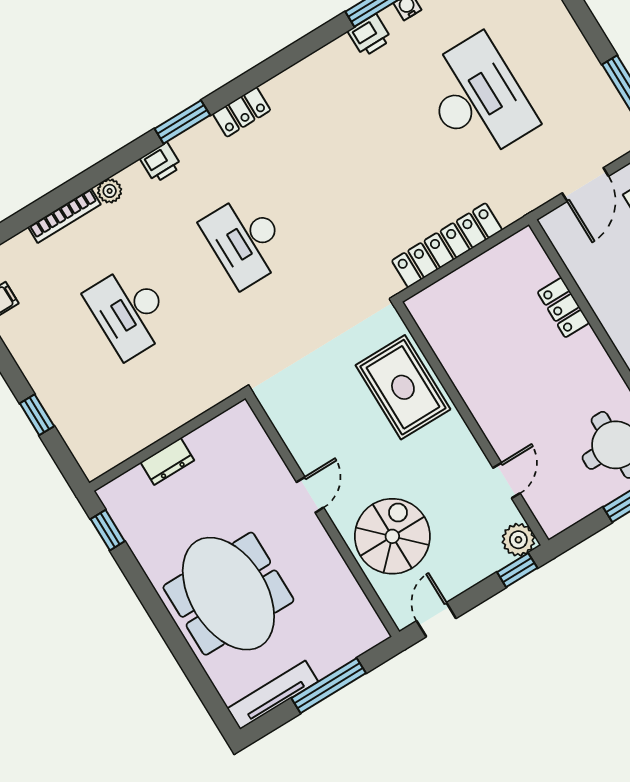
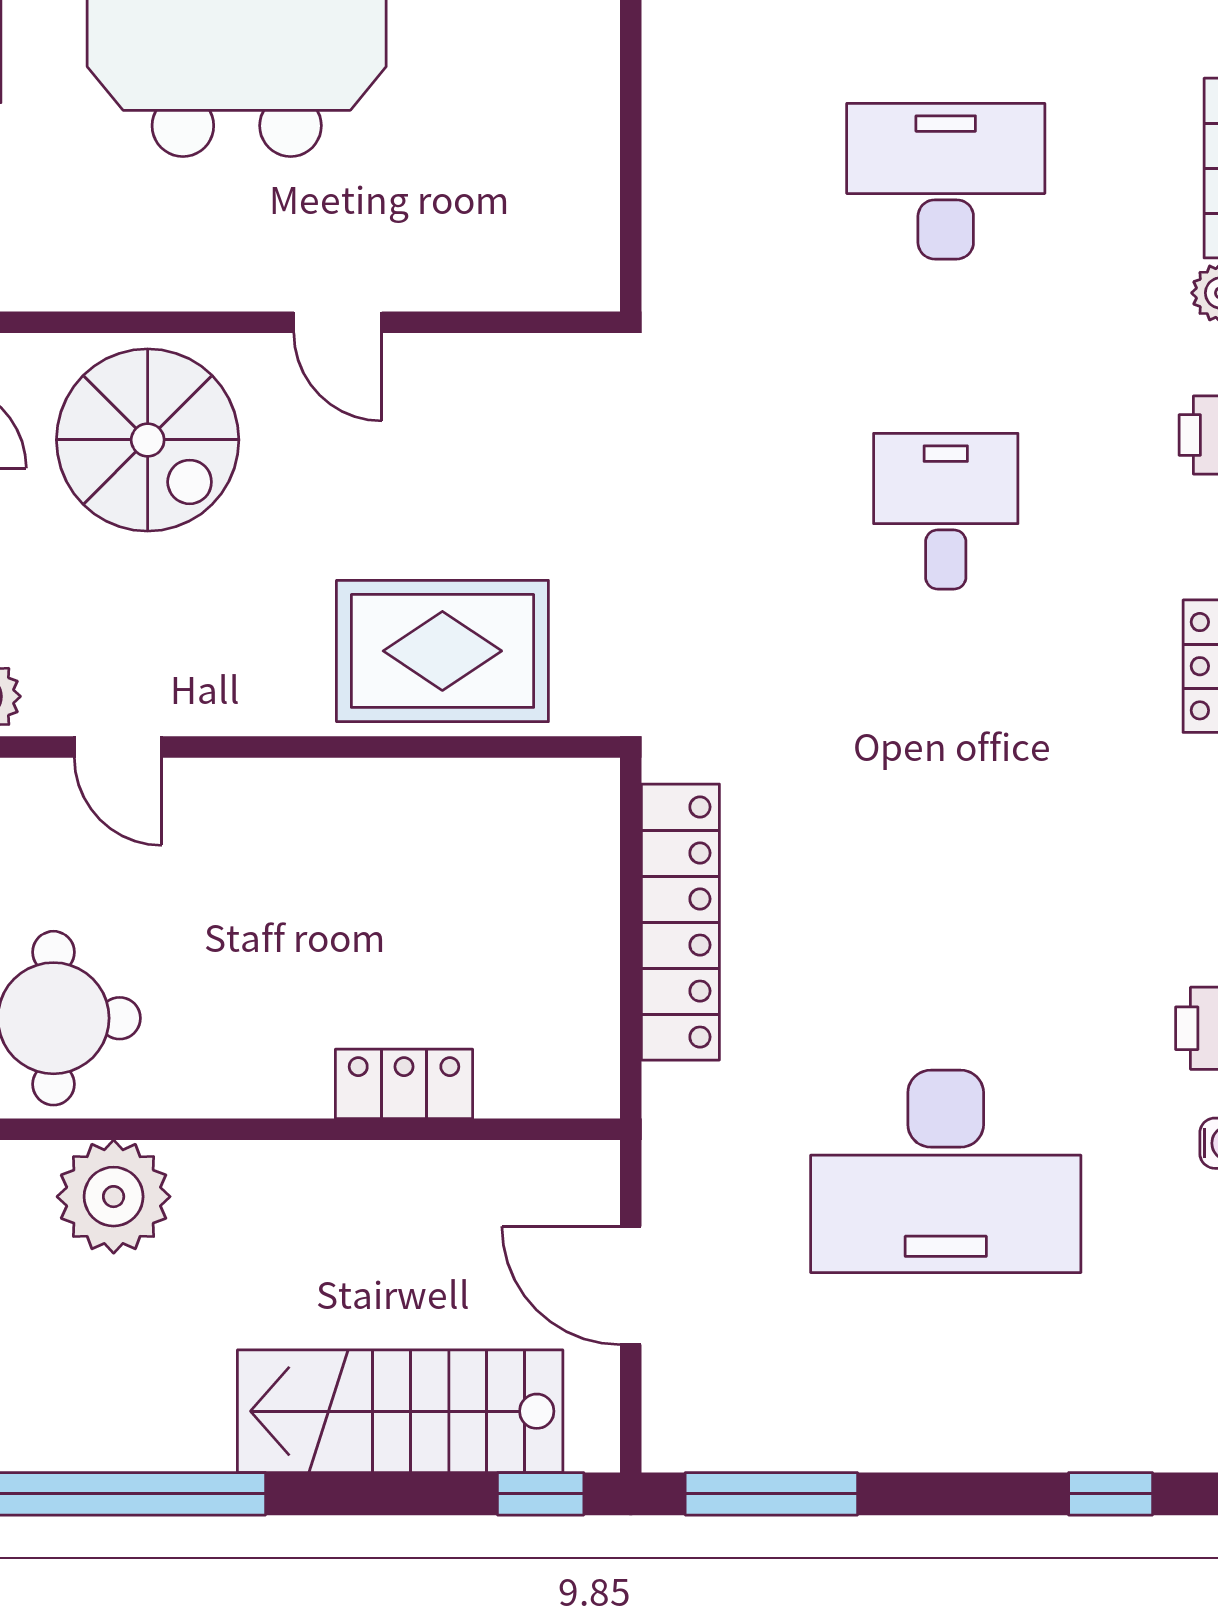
desk: (246, 241) -> (946, 511), width x0.73
dresser: (167, 461) -> (588, 70), removed

